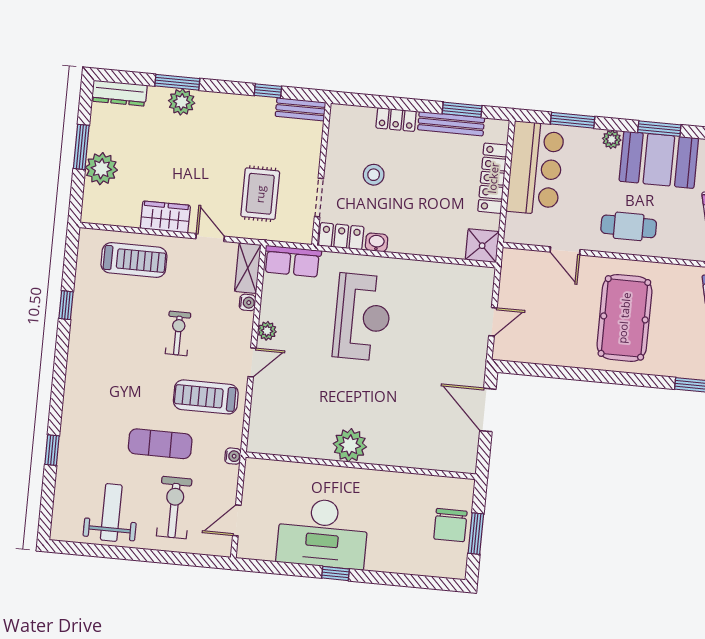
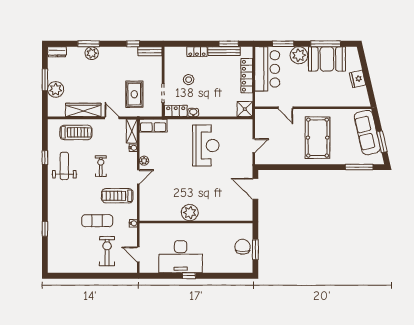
dresser: (119, 93) -> (57, 52), width x0.70
window: (659, 129) -> (326, 44), width x1.44
plant: (612, 139) -> (299, 55), width x1.87, depth x1.87
wardrobe: (165, 217) -> (83, 110), width x1.50
cafe table: (629, 226) -> (315, 93), removed
reception desk: (362, 317) -> (206, 146), moved
weight bench: (111, 512) -> (64, 166), moved
door: (237, 520) -> (138, 254), hinge flipped
chair: (450, 525) -> (242, 247), turned 180

